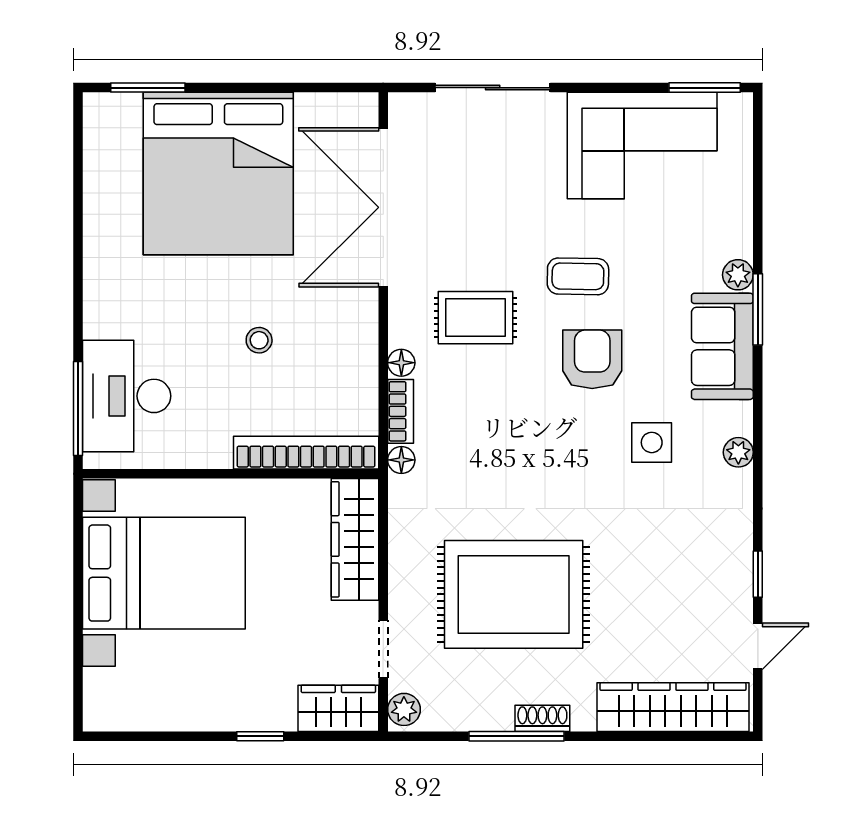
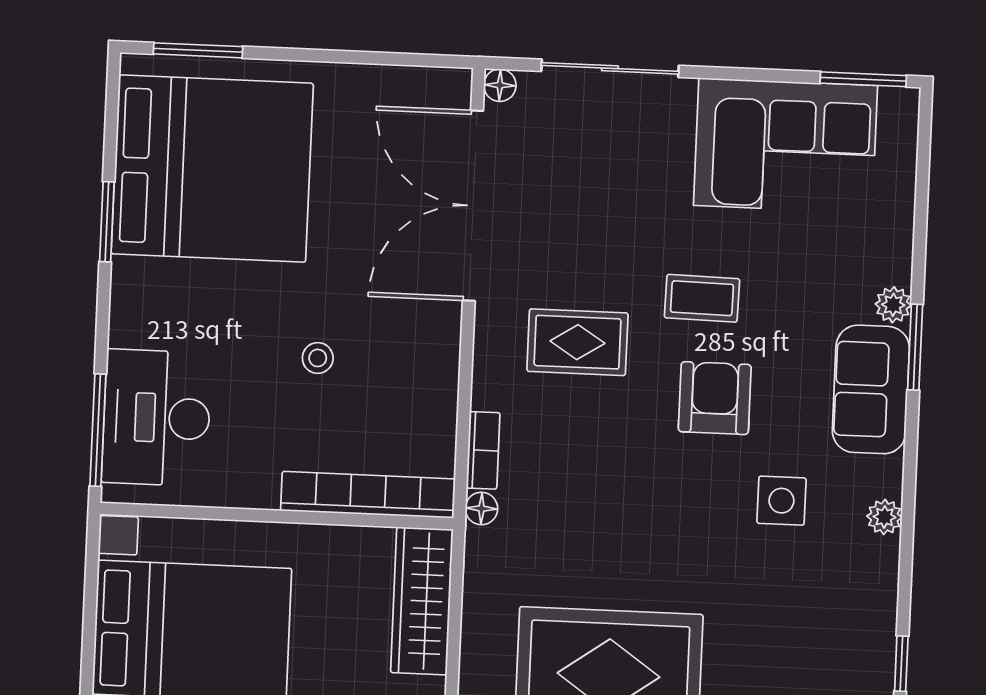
bed: (218, 174) -> (212, 169), moved, turned -90
window: (78, 234) -> (107, 222), added
floor lamp: (401, 363) -> (500, 85), moved

